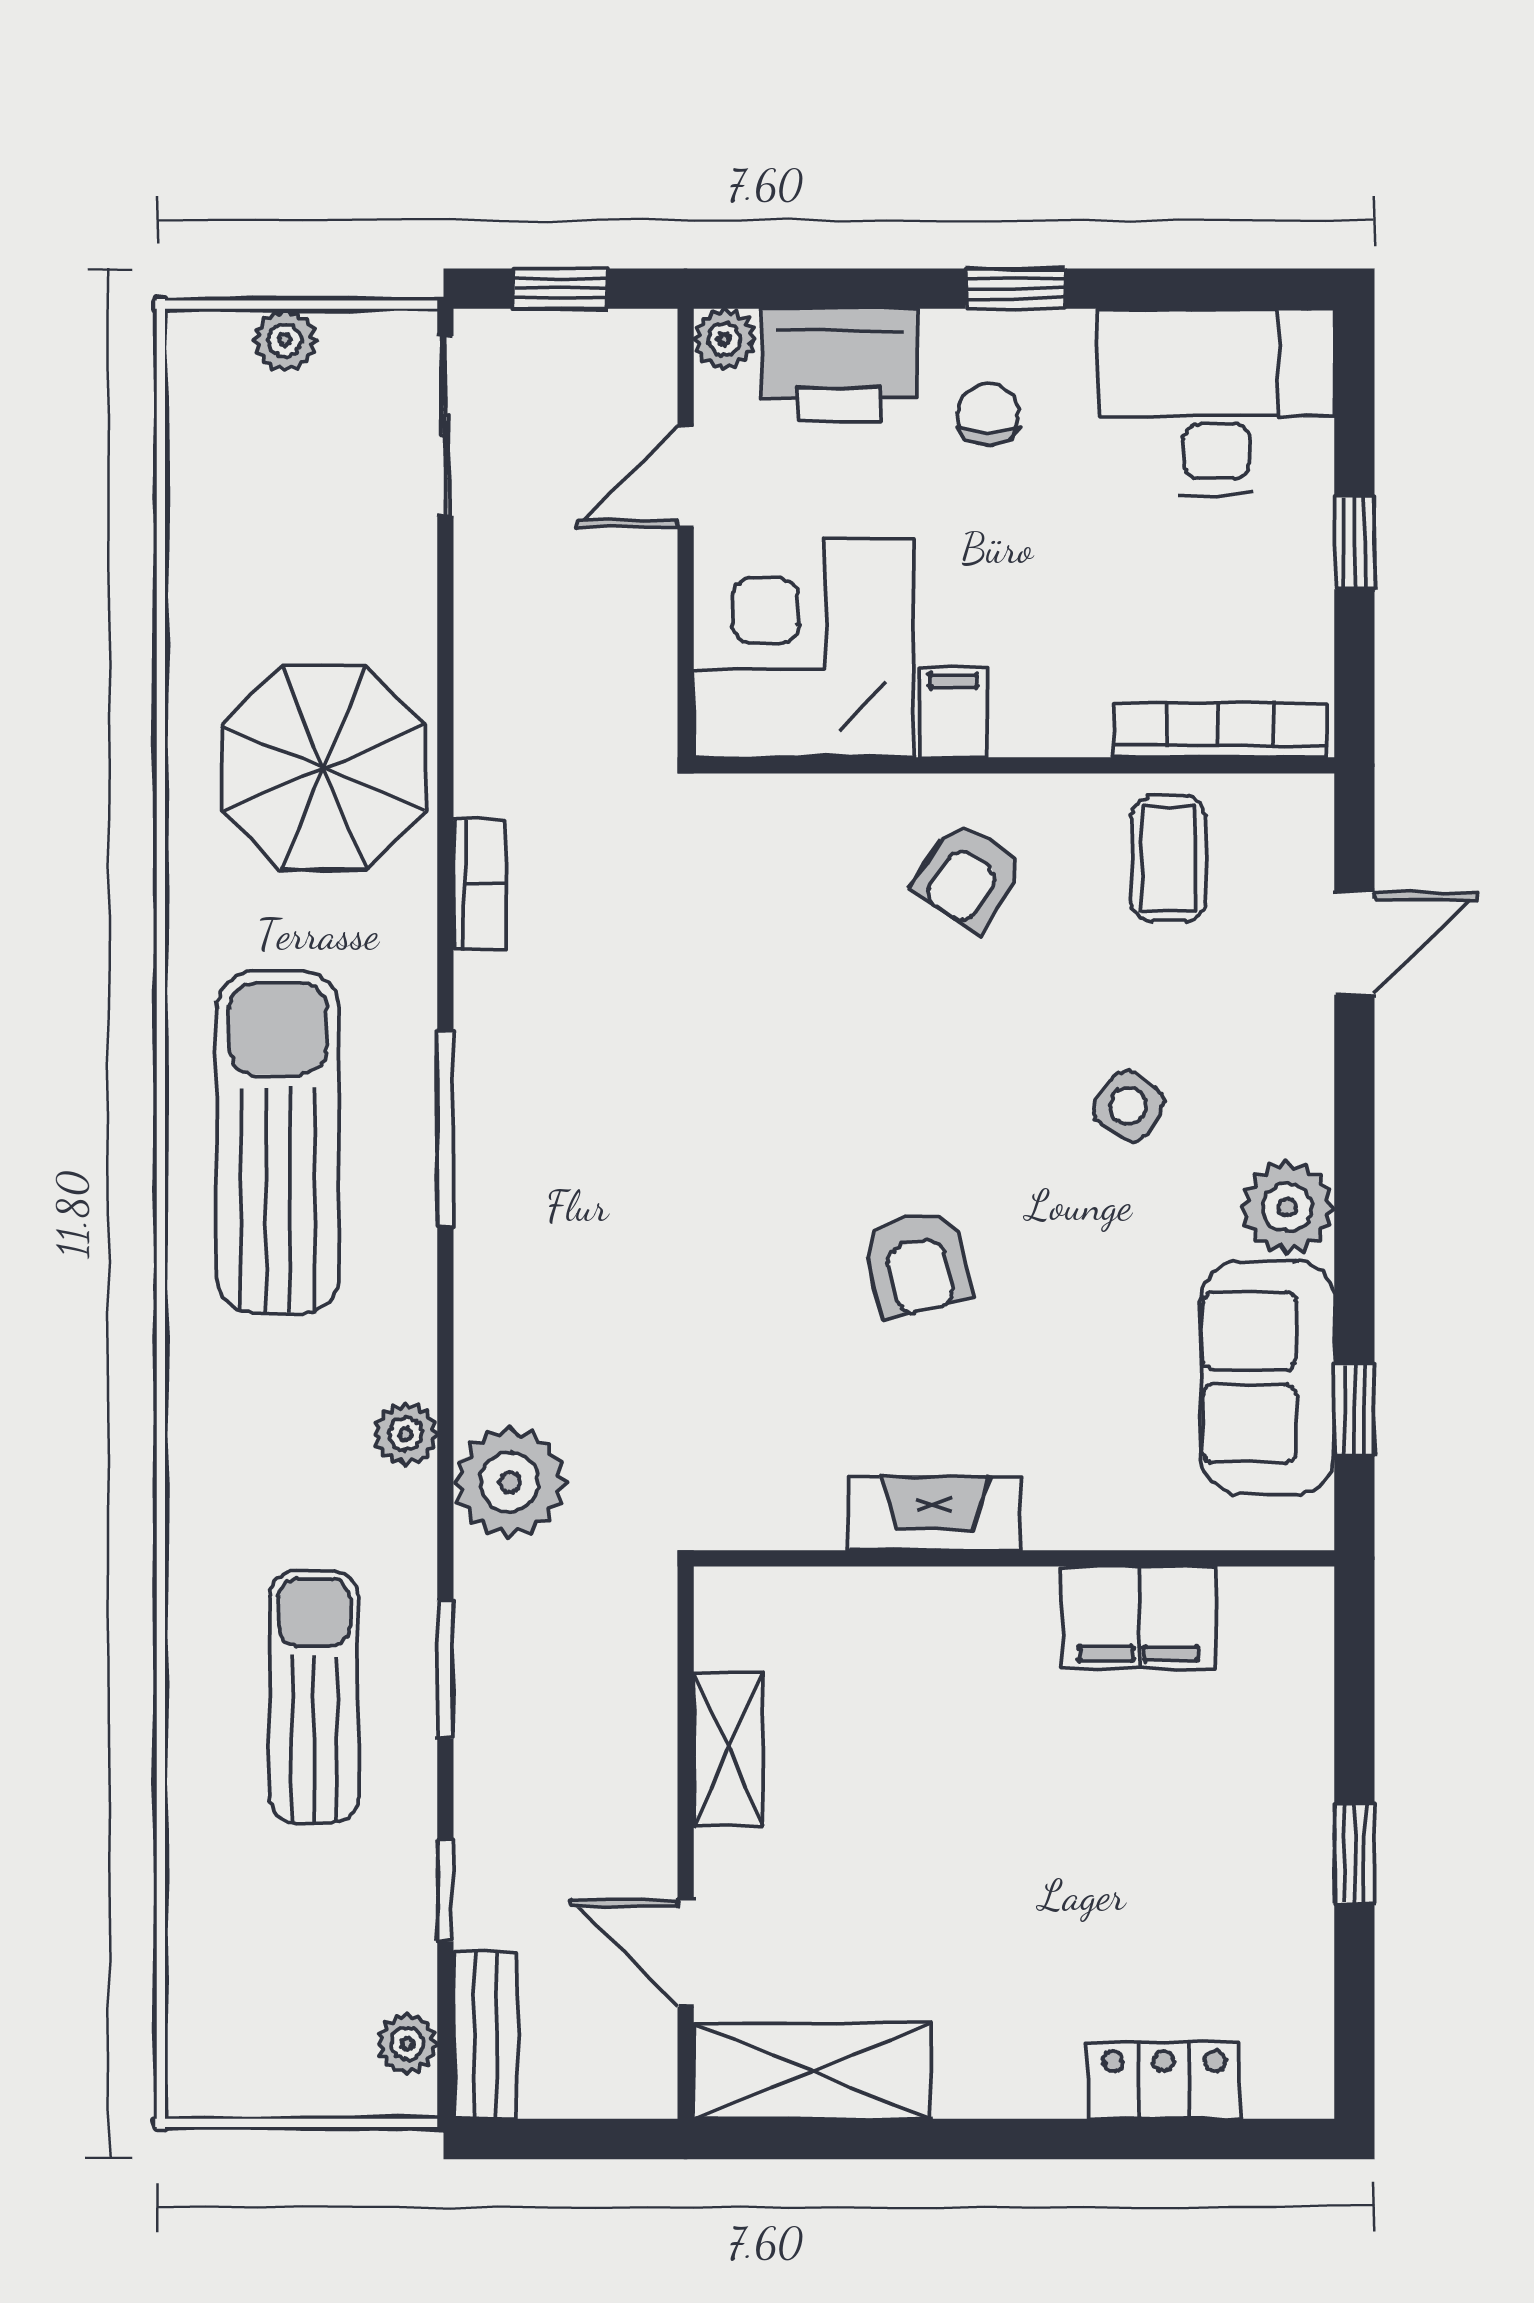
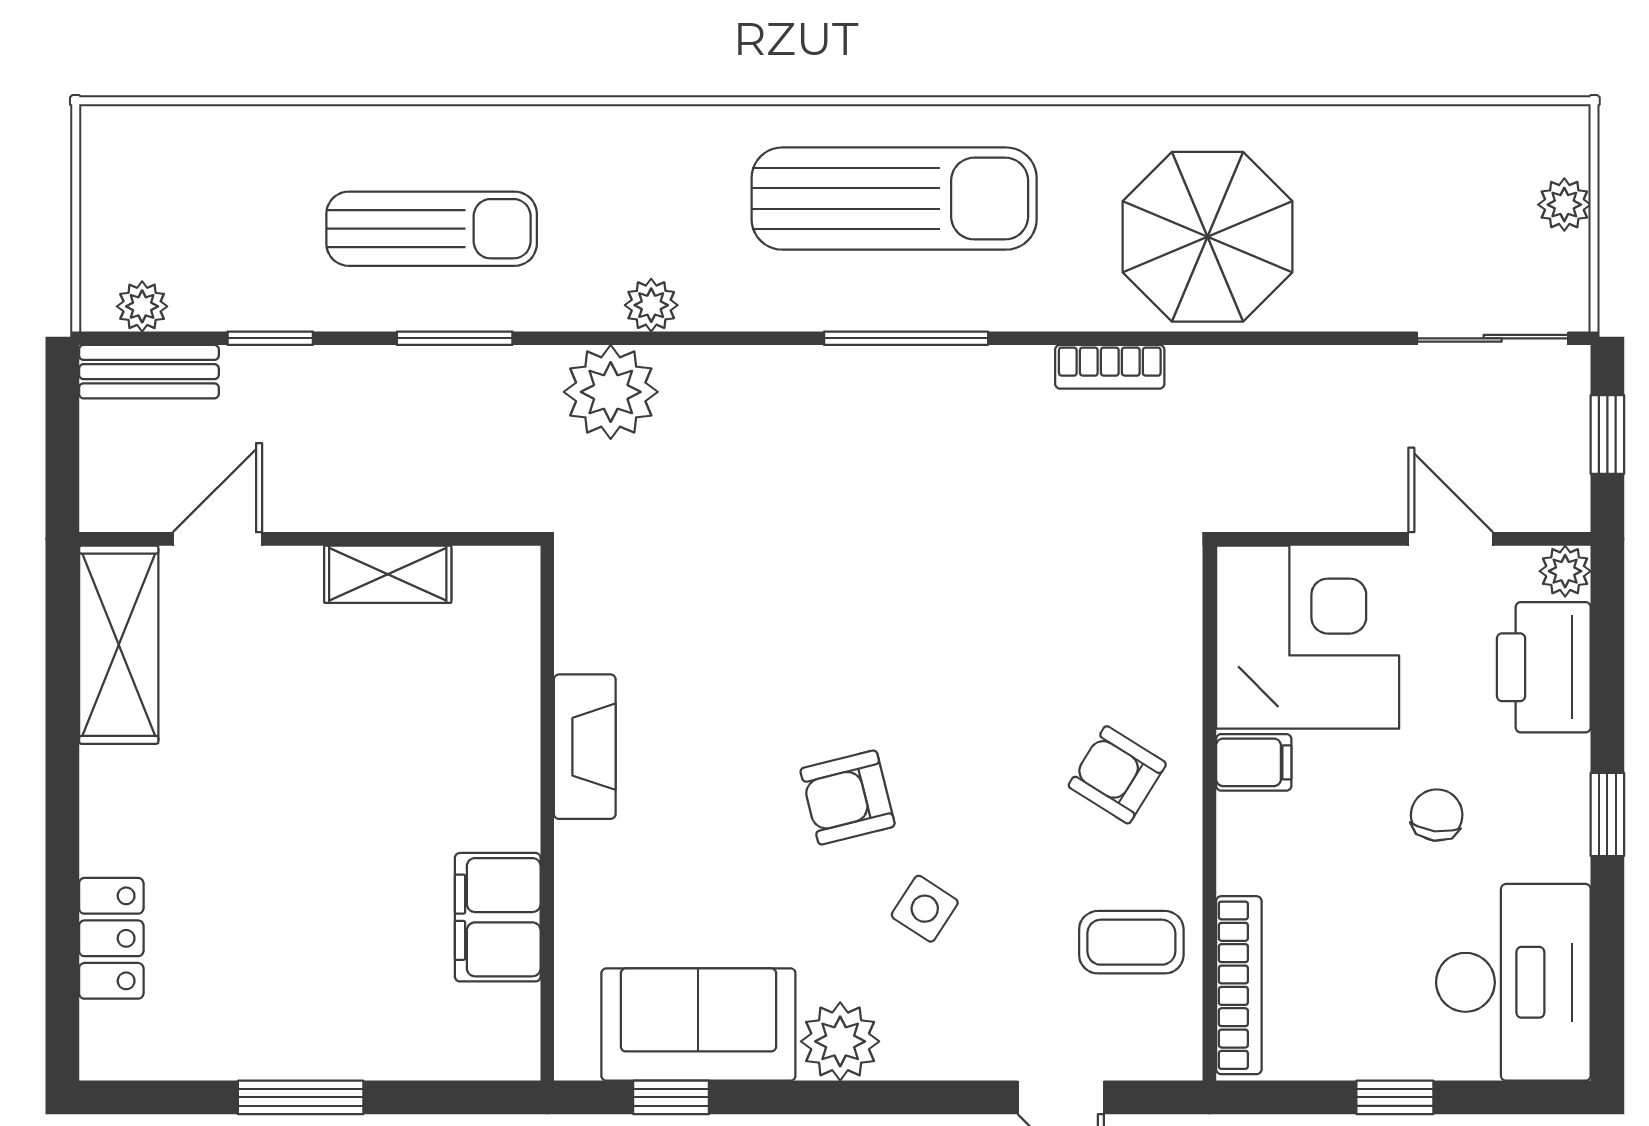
chair: (988, 414) -> (1437, 815), moved, turned -83
armchair: (917, 1263) -> (848, 798), moved
window: (1354, 1854) -> (301, 1097), width x1.50

